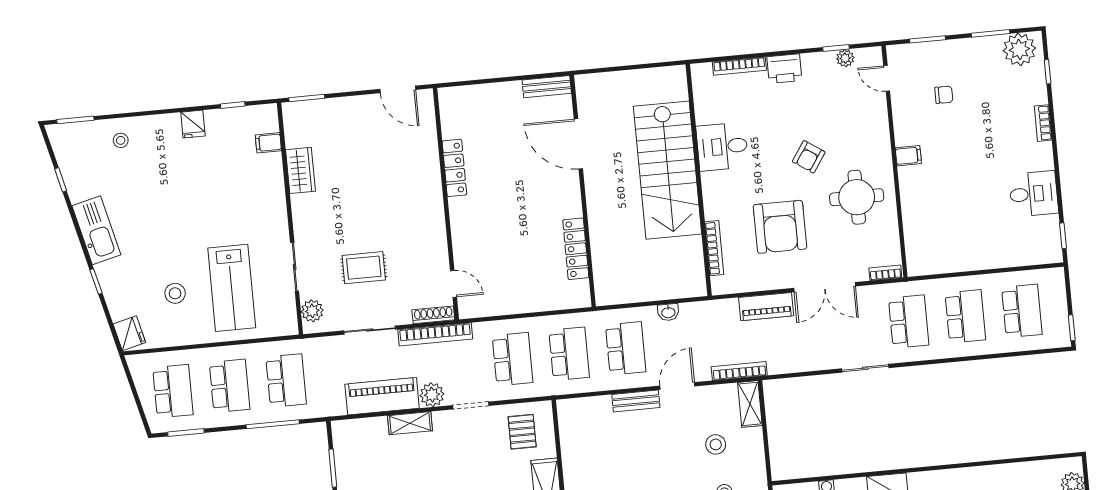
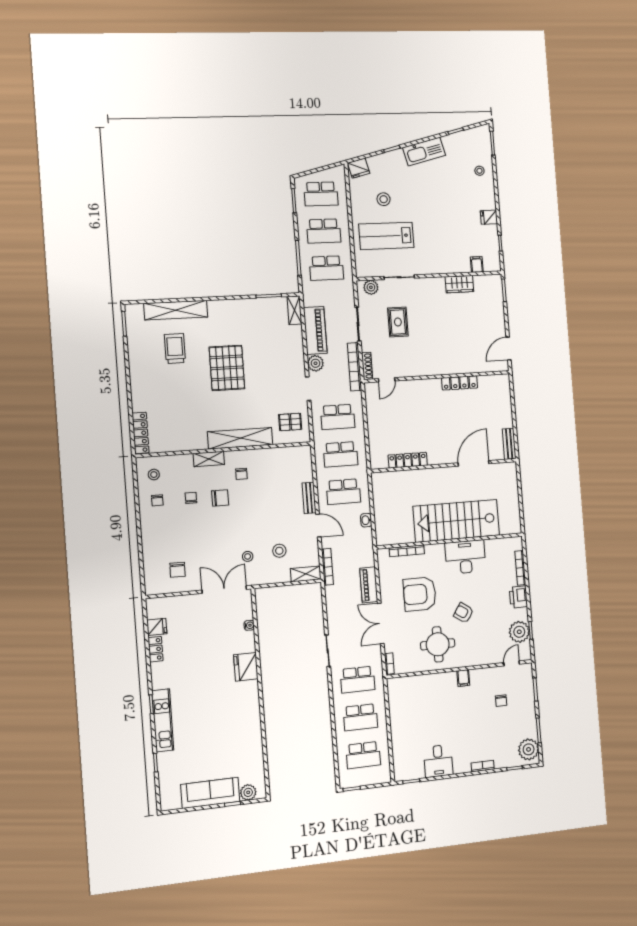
plant: (845, 58) -> (519, 632), width x1.87, depth x1.87
desk: (722, 147) -> (465, 557), width x1.37
shelving: (410, 423) -> (294, 310), moved

